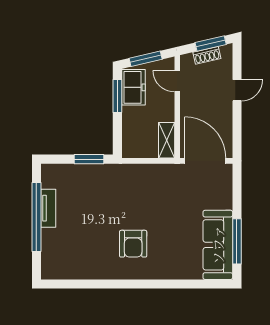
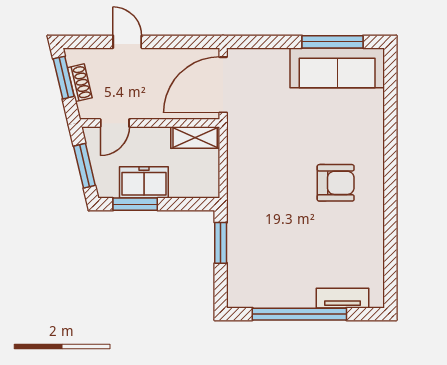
freezer: (133, 87) -> (144, 182), moved
tv unit: (48, 208) -> (343, 298), moved

